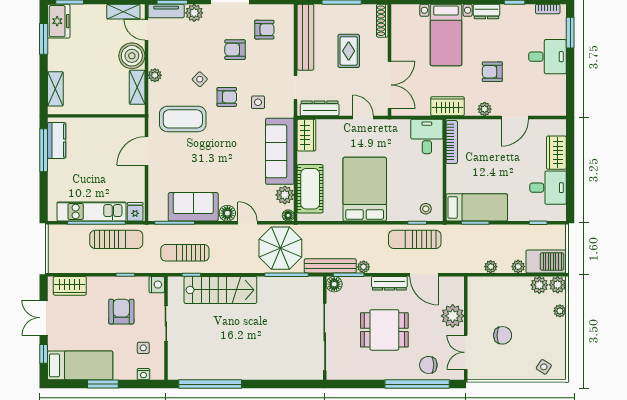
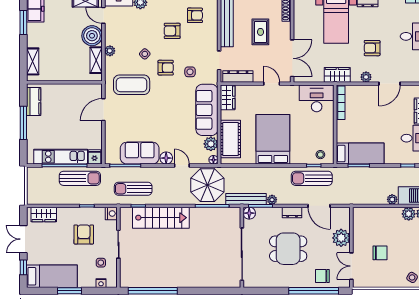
desk: (427, 136) -> (317, 98), width x1.37
window: (44, 150) -> (23, 123), moved
plant: (491, 267) -> (371, 200), removed
dresser: (389, 283) -> (292, 212), width x0.70

